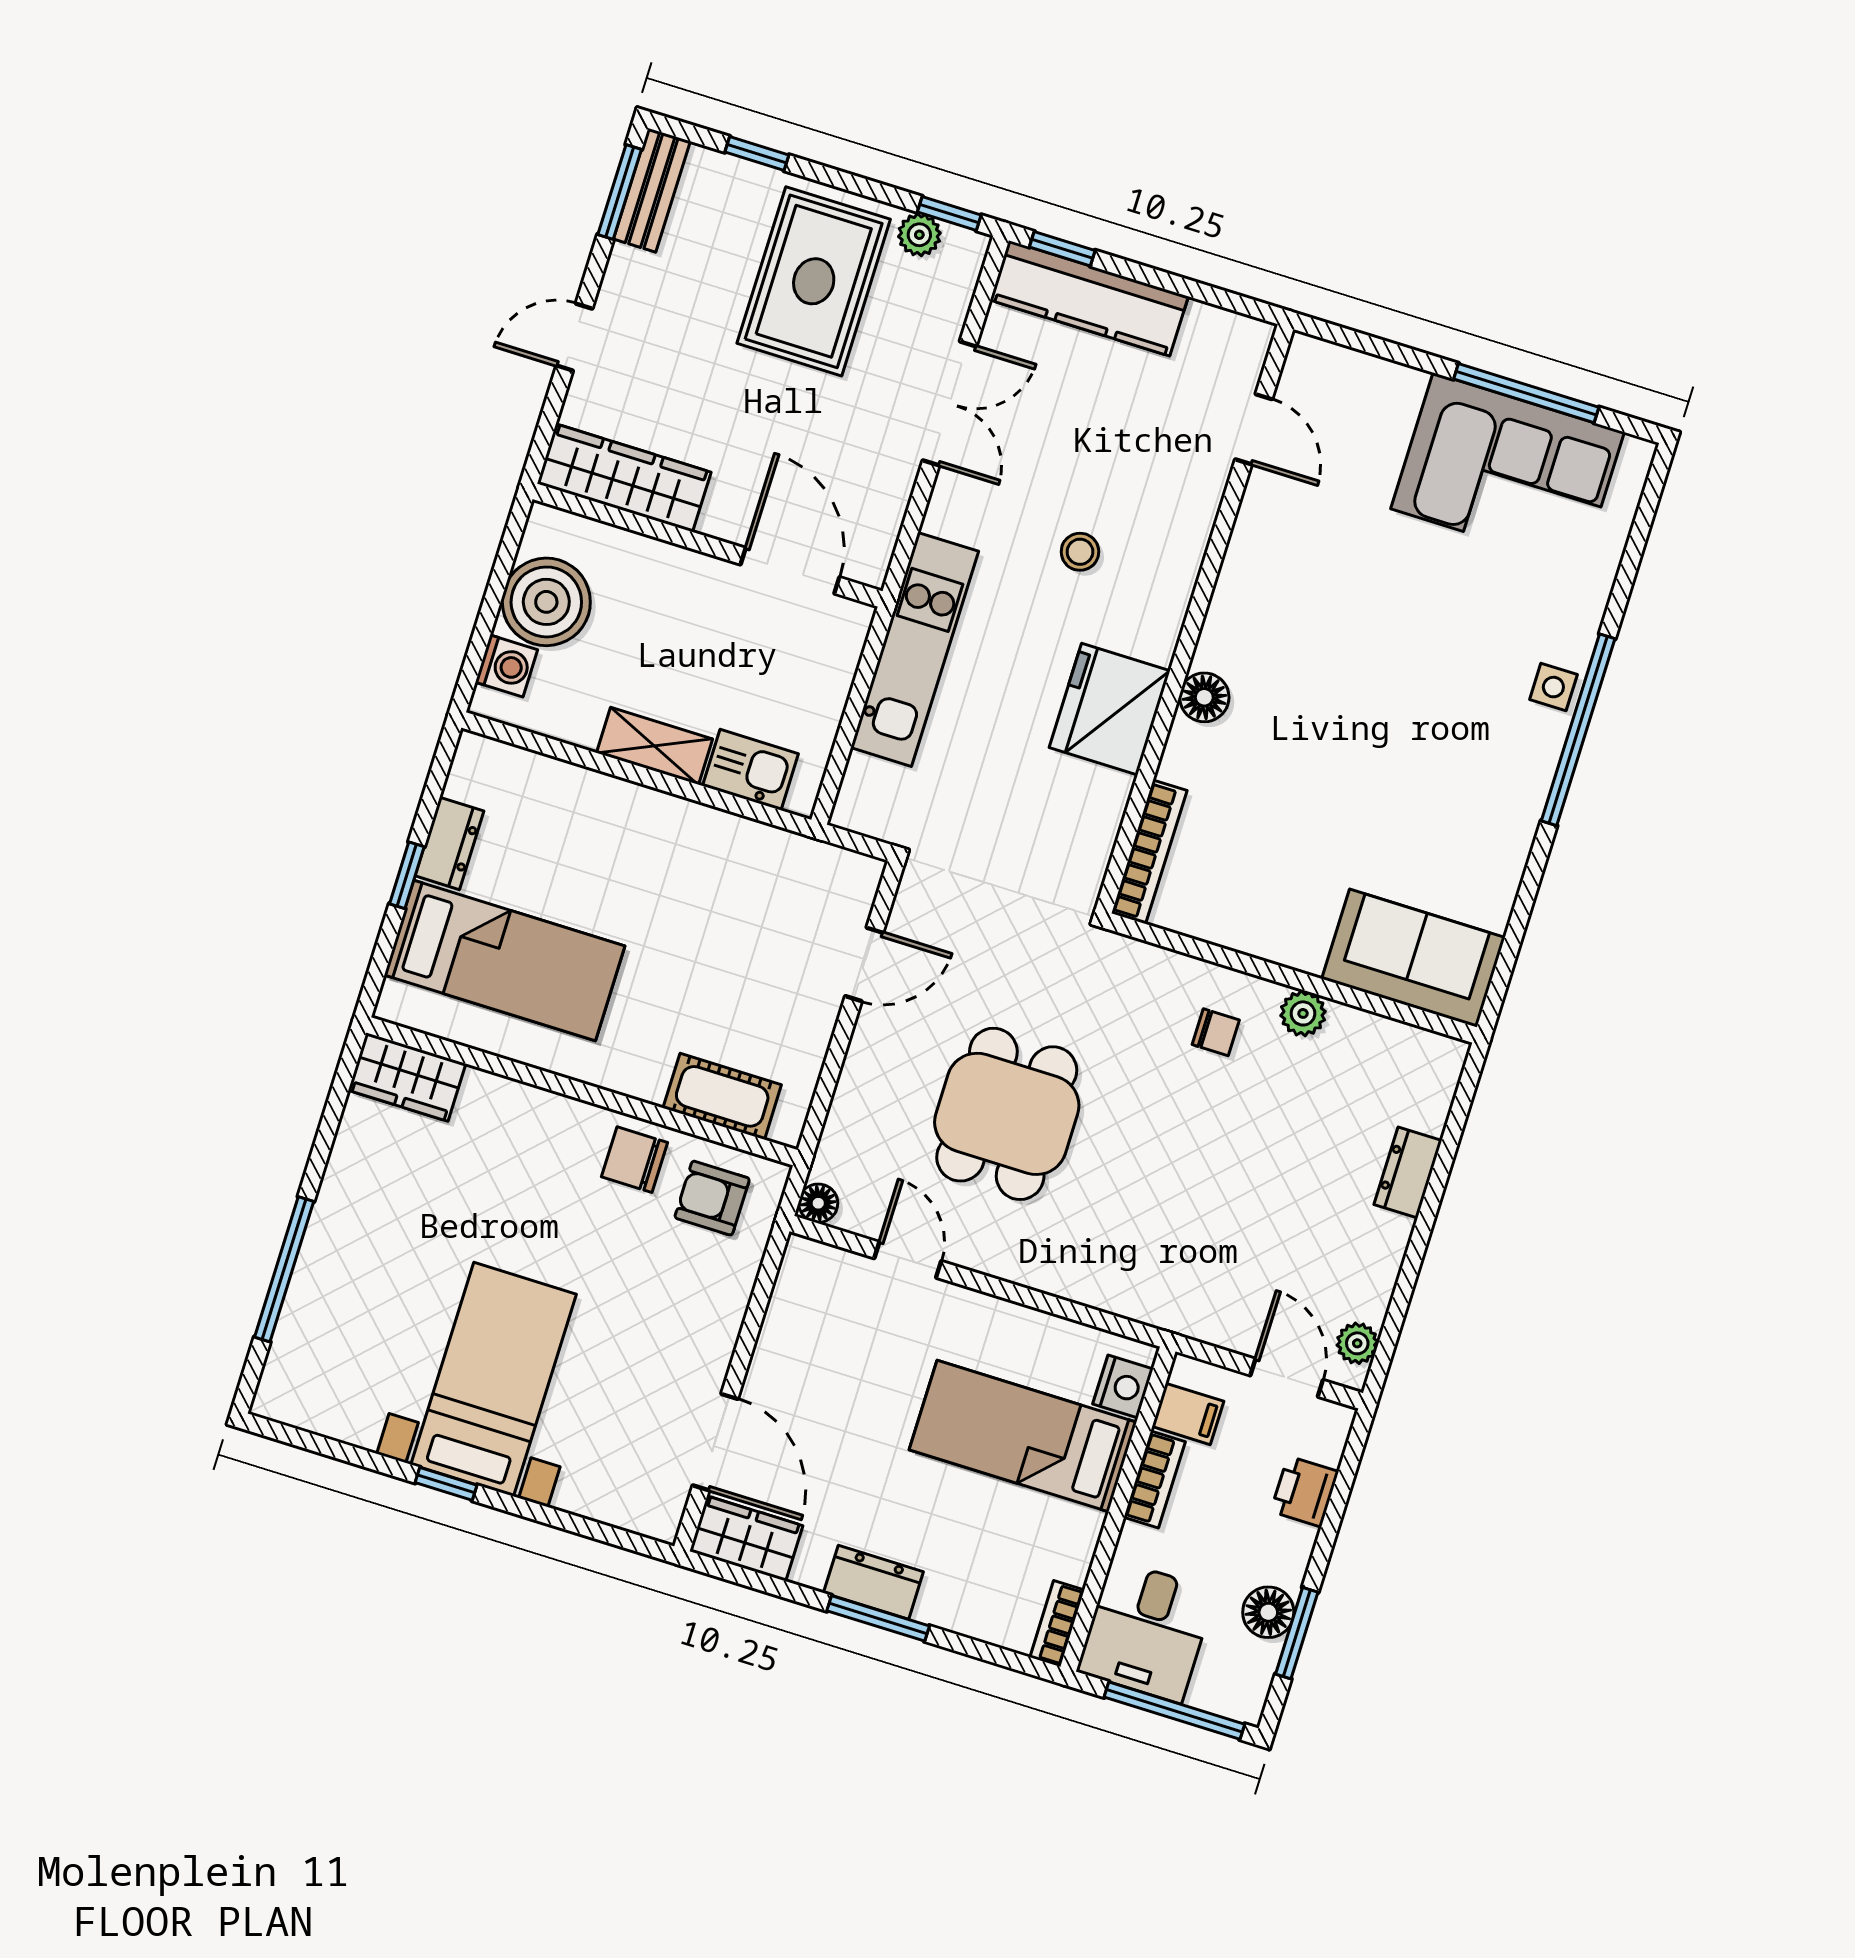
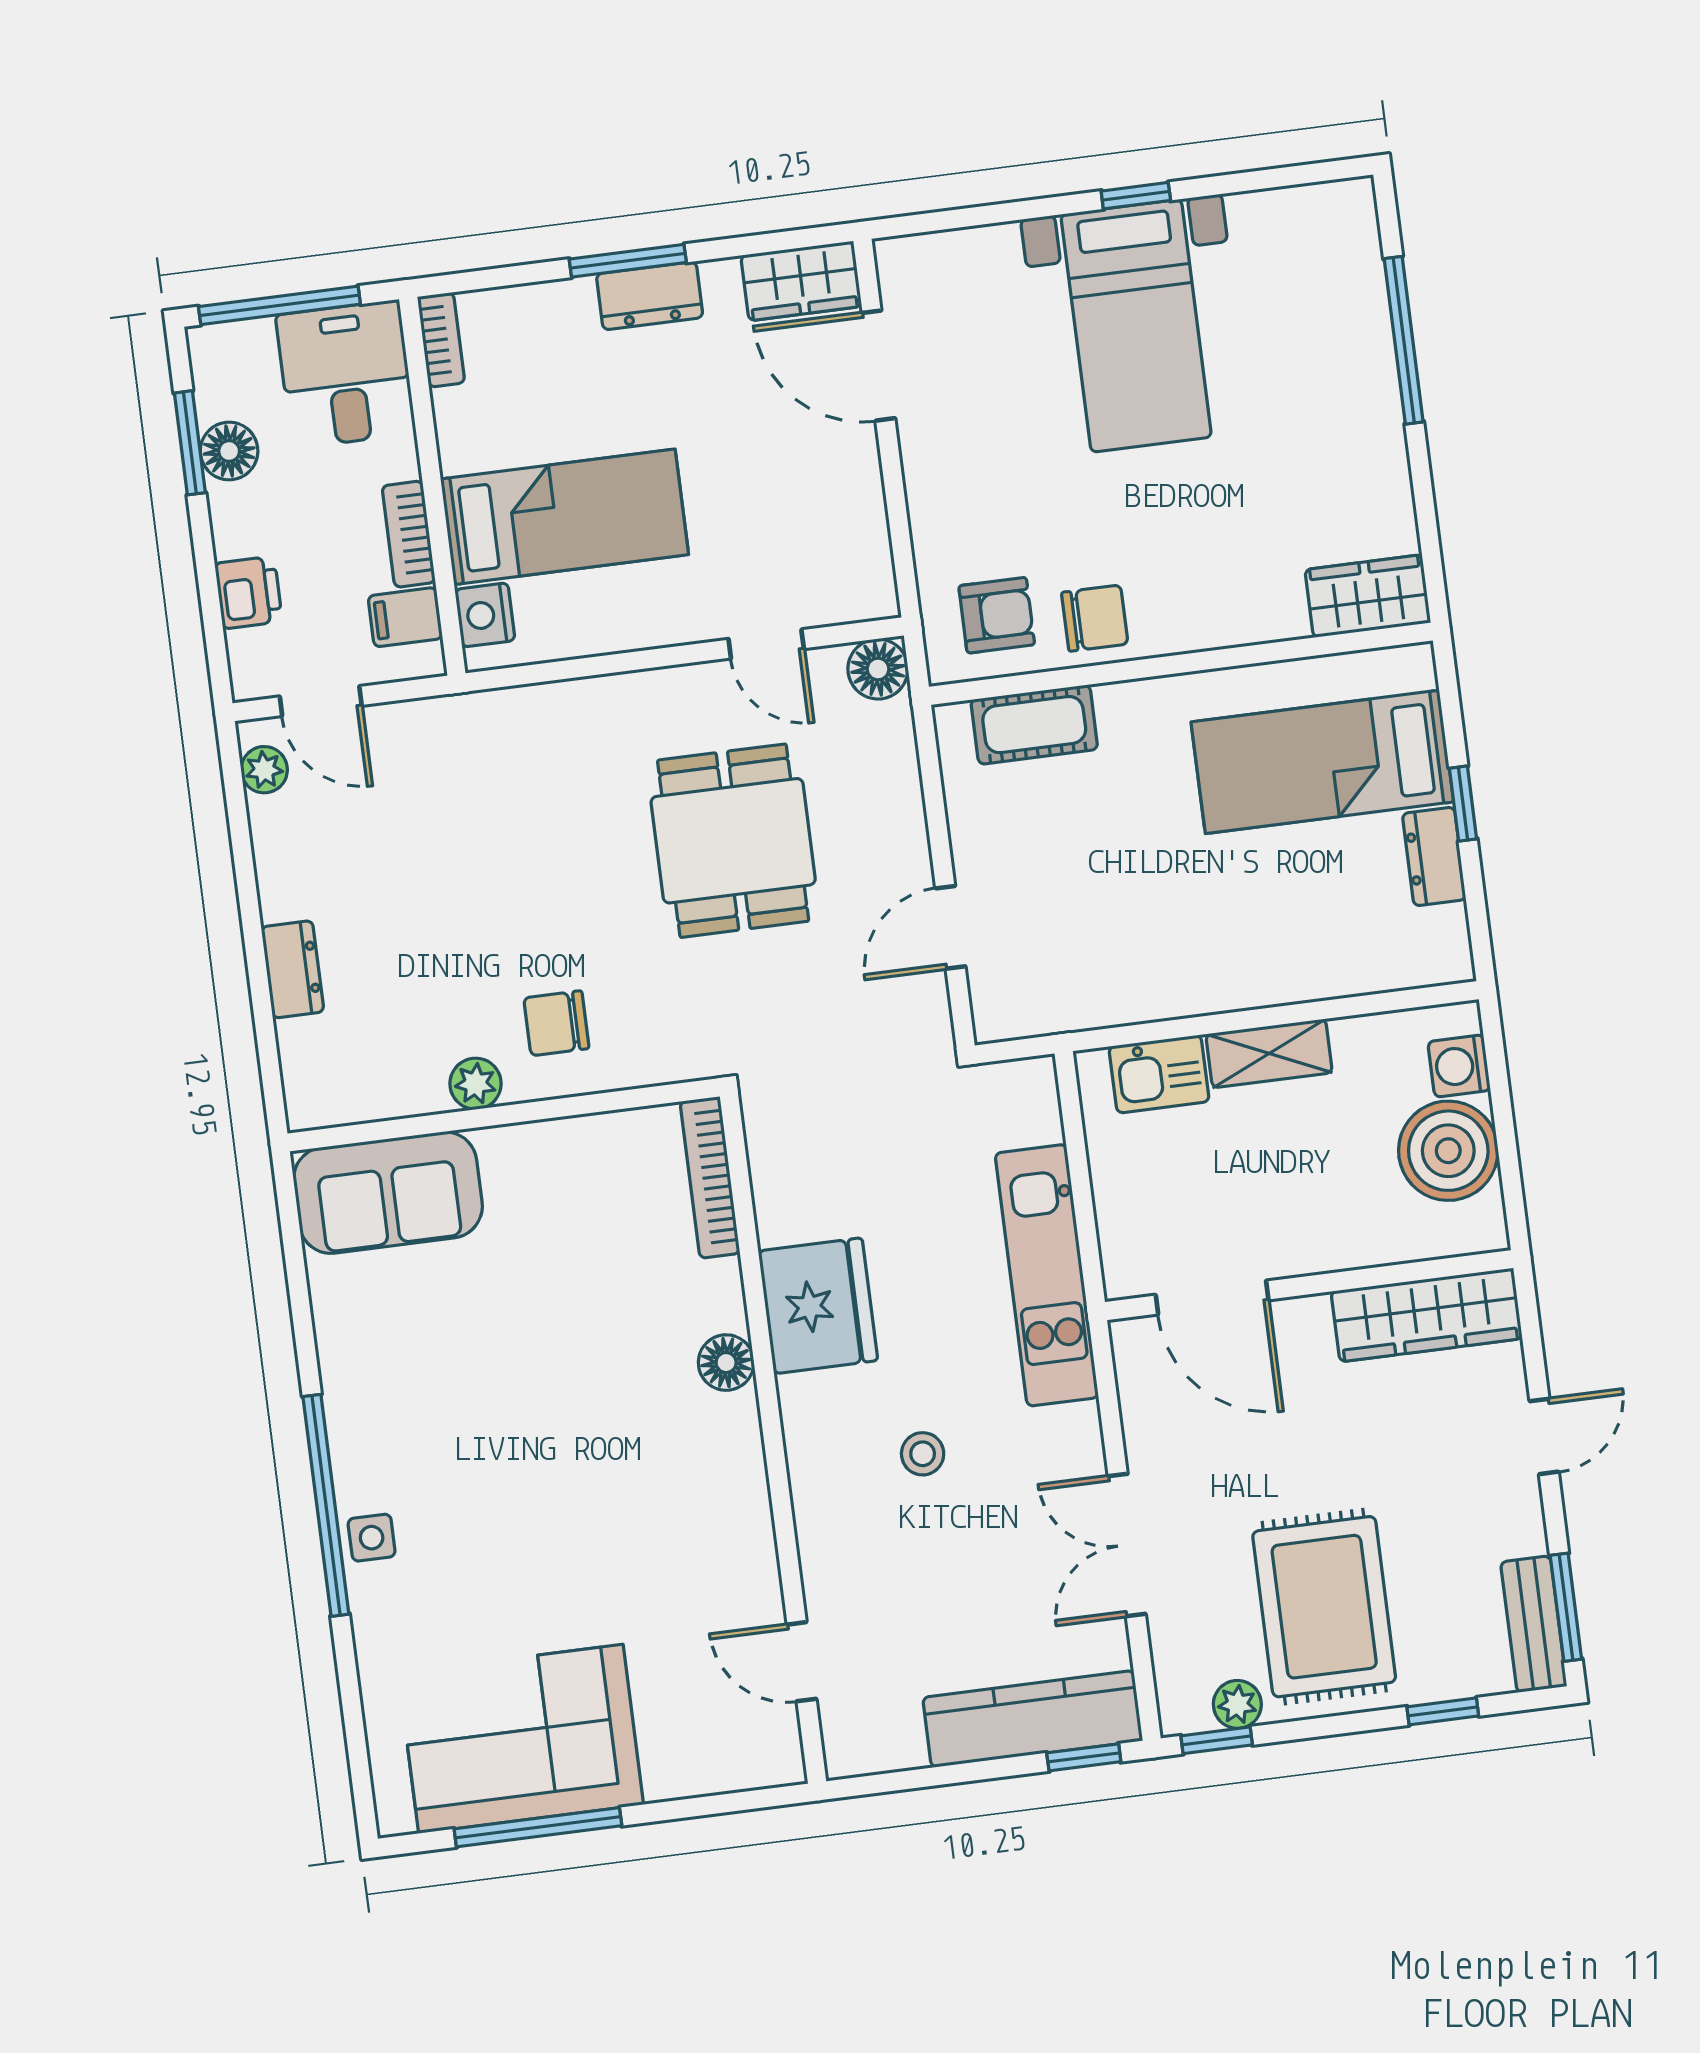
chair: (1216, 1032) -> (556, 1023), width x1.37, depth x1.37
floor lamp: (818, 1203) -> (878, 669), width x1.37, depth x1.37

